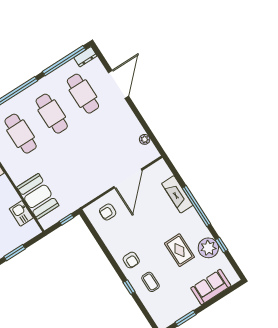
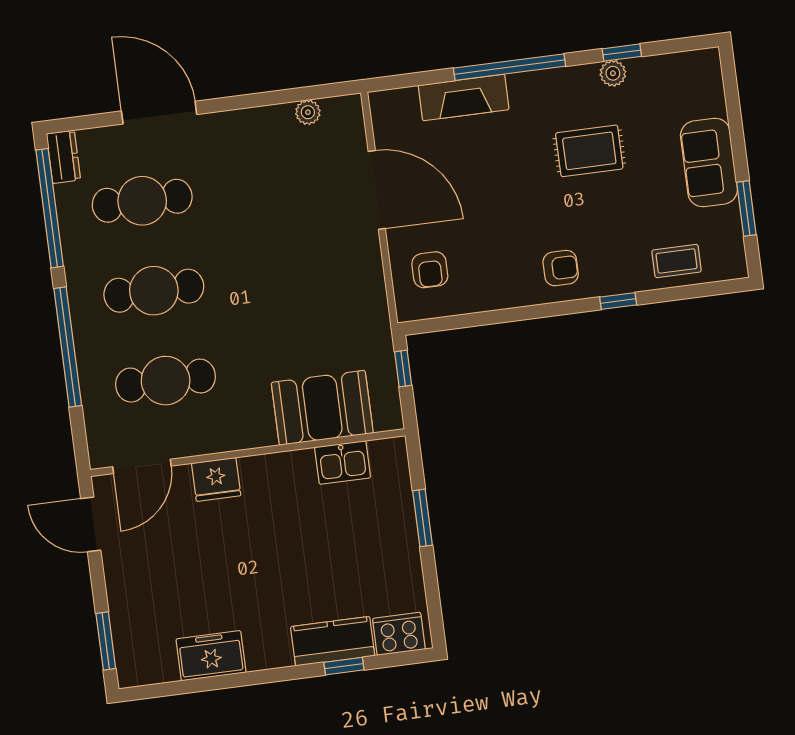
plant: (208, 248) -> (613, 73), width x0.53, depth x0.53
coffee table: (150, 282) -> (677, 261), moved
sofa: (211, 287) -> (709, 162), moved

